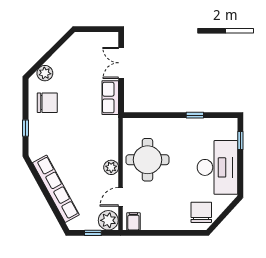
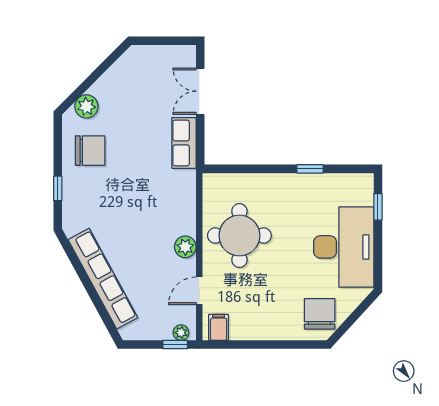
plant: (108, 220) -> (181, 333), width x0.53, depth x0.53
window: (93, 233) -> (175, 345), moved

